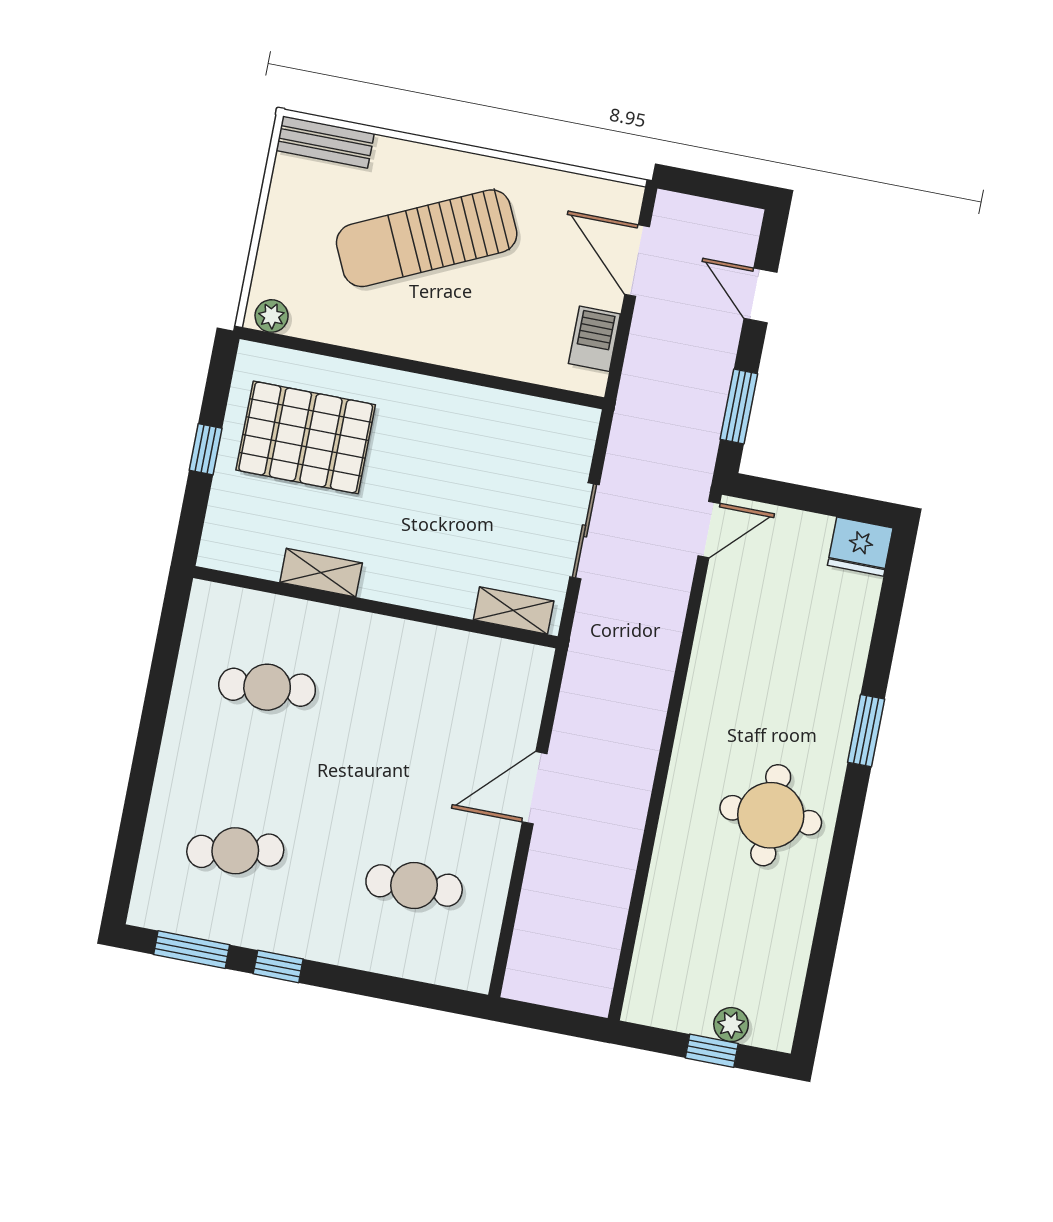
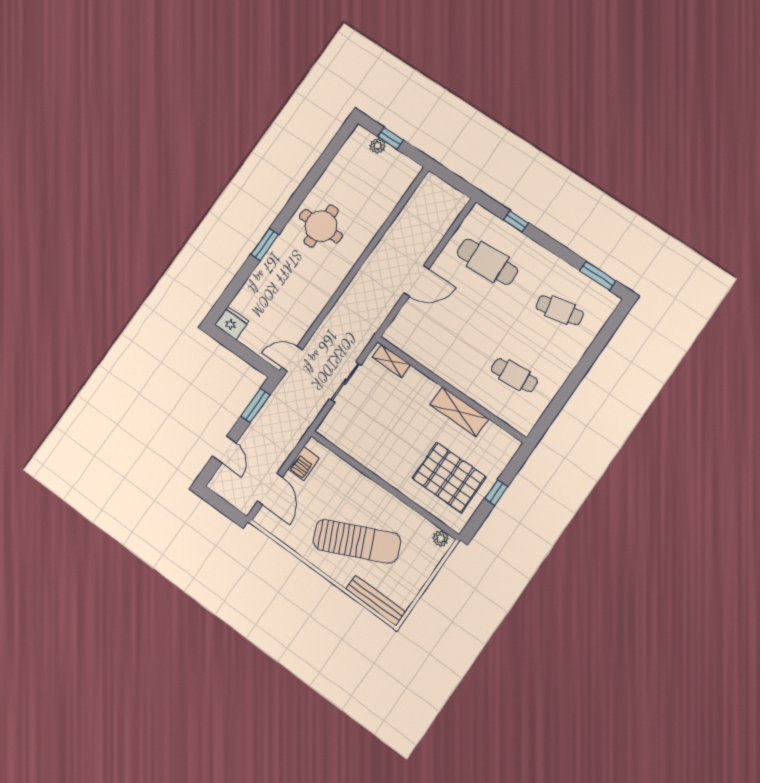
bench: (325, 142) -> (376, 601), width x1.36
shelving: (321, 573) -> (459, 412), width x1.50, depth x1.33
cafe table: (414, 885) -> (487, 262), width x1.37, depth x1.35
window: (278, 966) -> (516, 221), moved

